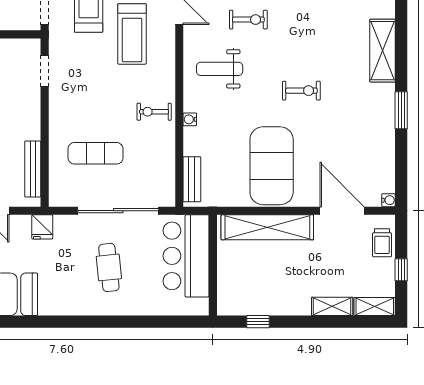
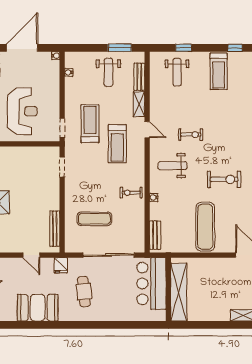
exercise bike: (301, 91) -> (224, 179), width x1.38, depth x1.39
exercise mat: (272, 166) -> (205, 227), width x0.68
shelving: (267, 227) -> (179, 292), moved, turned 90
cafe table: (109, 267) -> (84, 292), moved
window: (258, 322) -> (197, 325), removed

